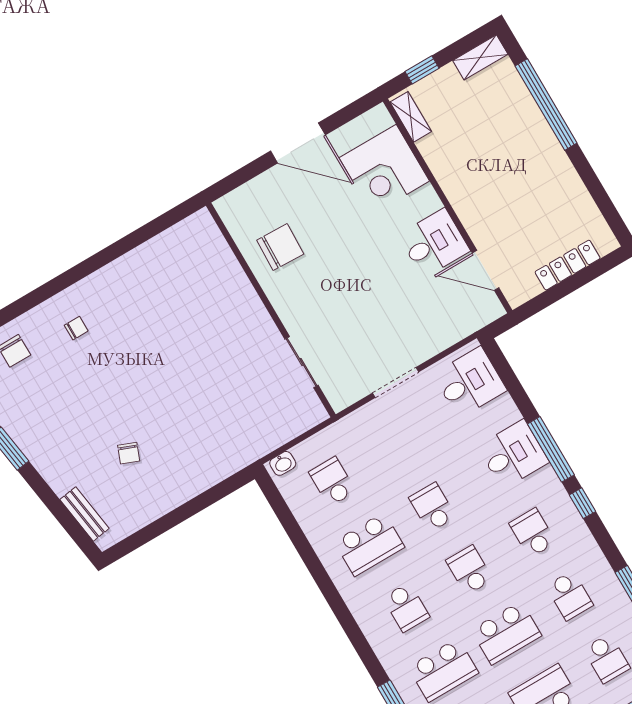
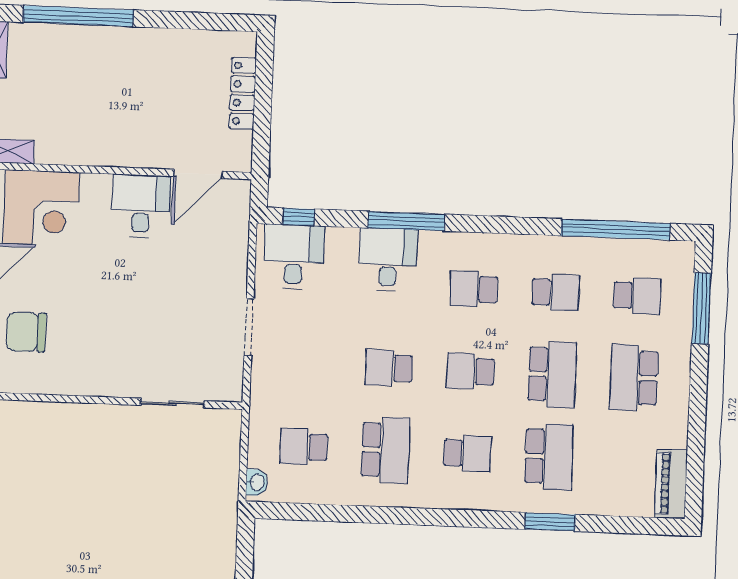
chair: (280, 247) -> (26, 332), moved, turned -92
window: (583, 503) -> (299, 217), moved

